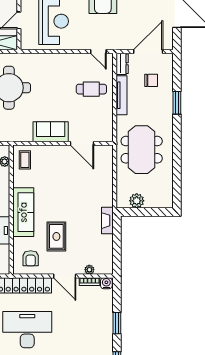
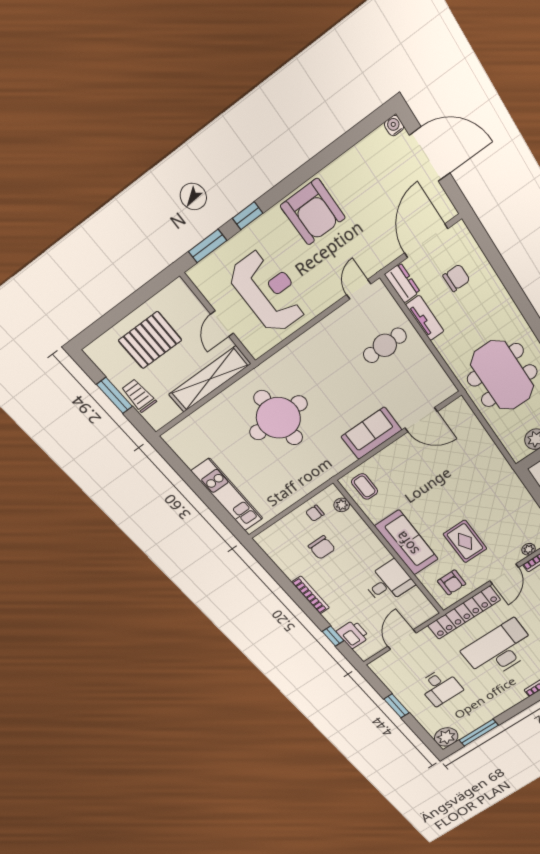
door: (98, 51) -> (359, 289), swing flipped
tv unit: (121, 95) -> (425, 318), width x0.71
window: (177, 103) -> (510, 283), removed
fireplace: (107, 221) -> (514, 485), removed
door: (65, 276) -> (504, 574), hinge flipped

